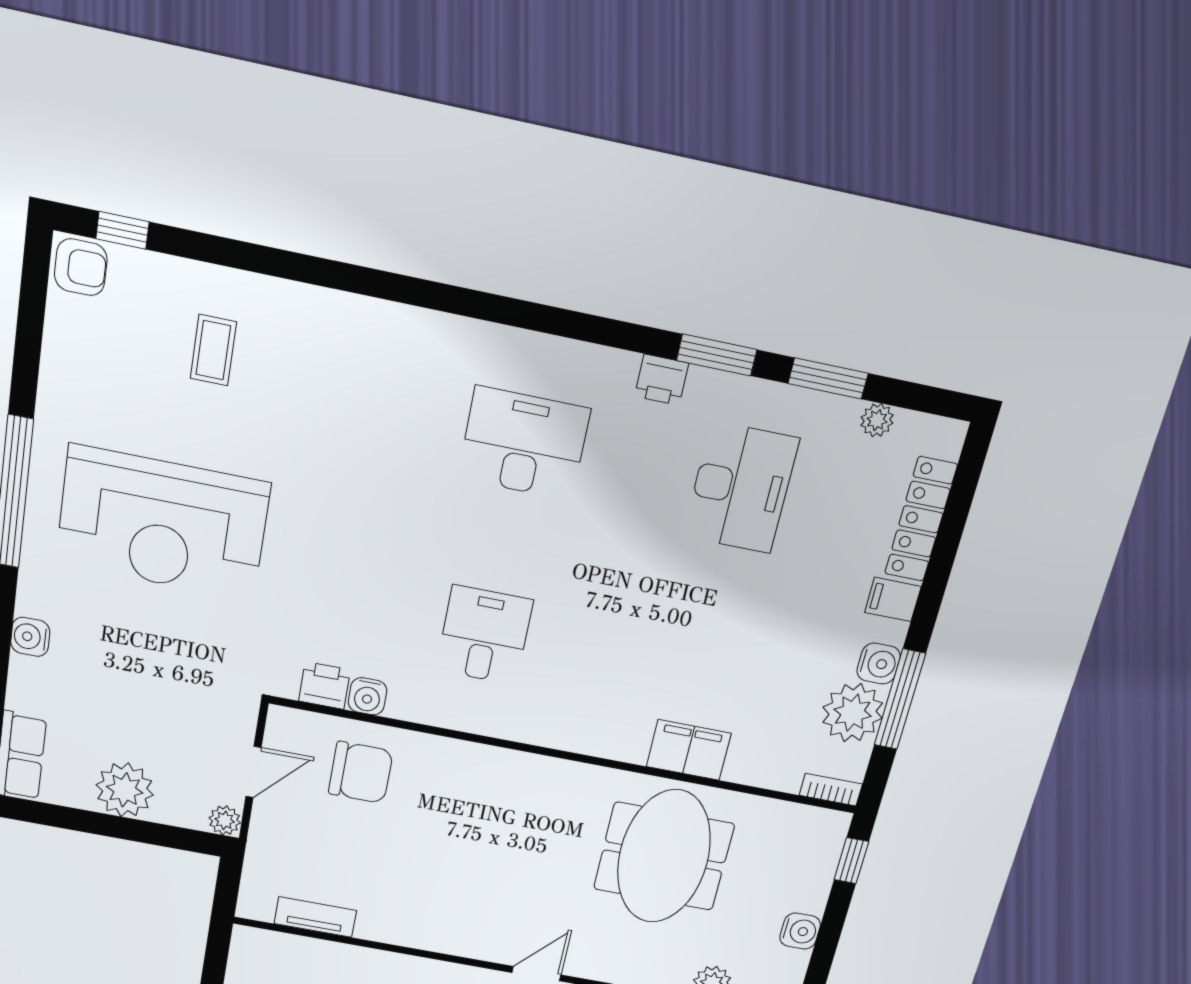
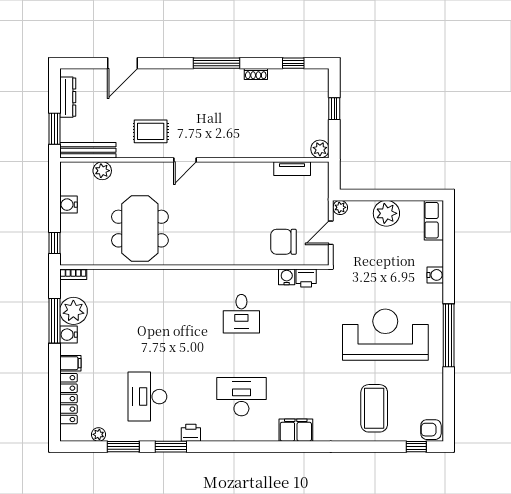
coffee table: (213, 350) -> (374, 408), width x1.86, depth x1.72
desk: (524, 443) -> (241, 397), turned 180
filing cabinet: (689, 750) -> (296, 430), moved, turned 180
plant: (249, 944) -> (320, 149), added

